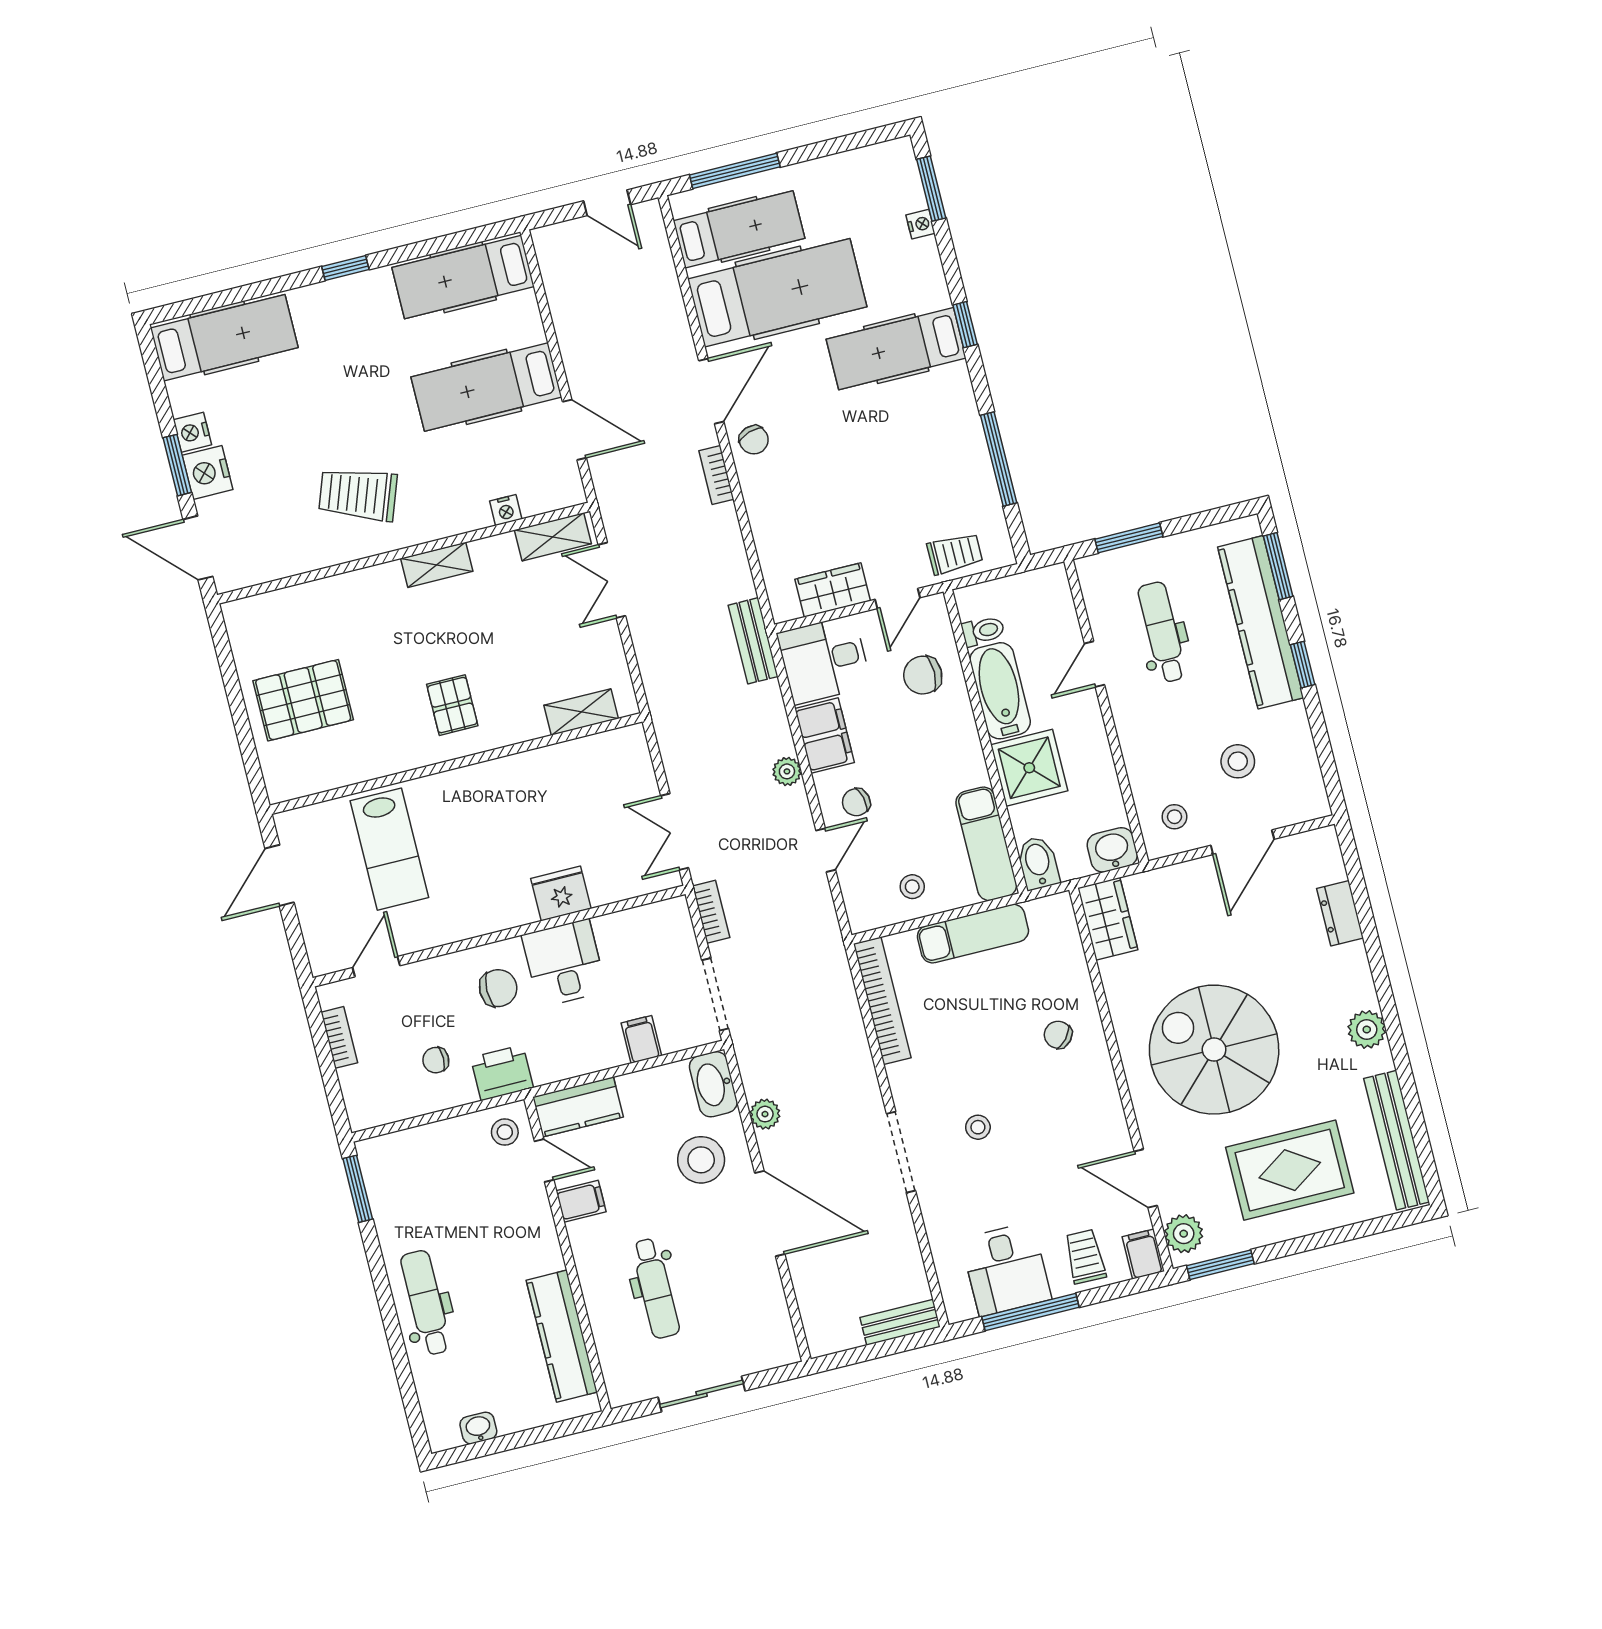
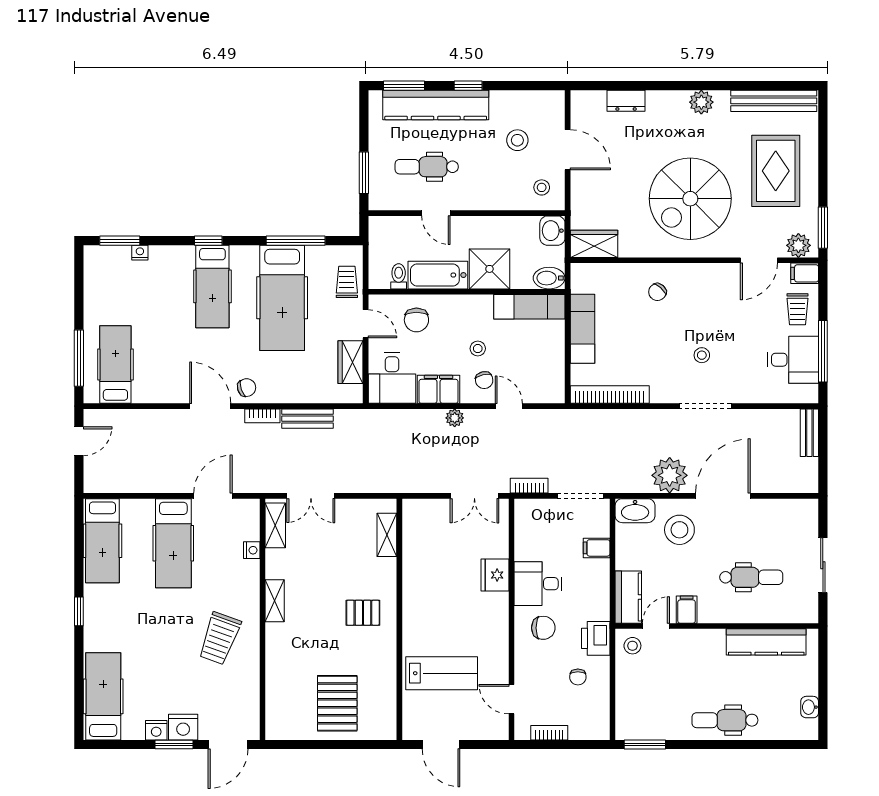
hospital bed: (777, 293) -> (282, 298), moved, turned 180
bench: (753, 641) -> (307, 419), moved
stool: (912, 887) -> (478, 349), moved
chair: (498, 988) -> (543, 628), turned 90
plant: (765, 1114) -> (670, 475), width x1.87, depth x1.87
trolley: (1085, 1257) -> (797, 309), turned -91

